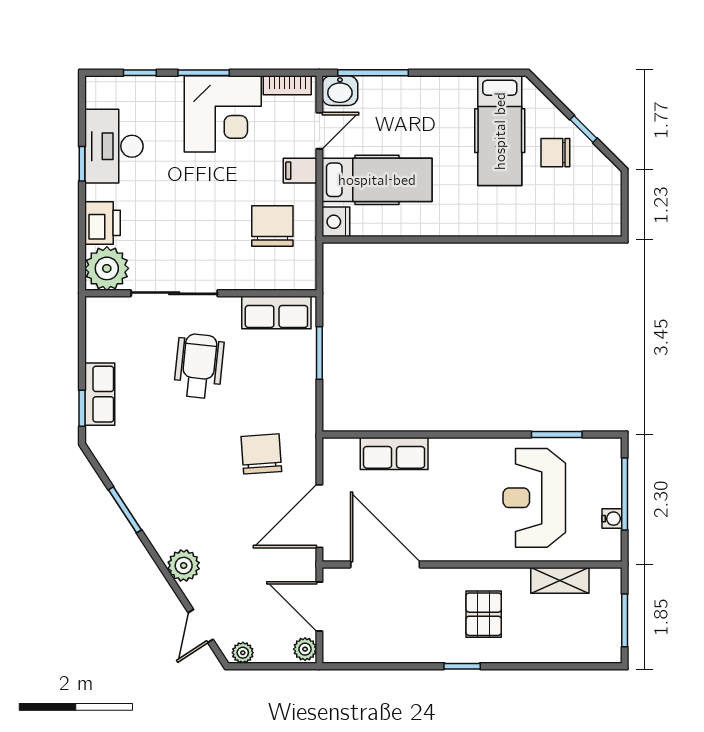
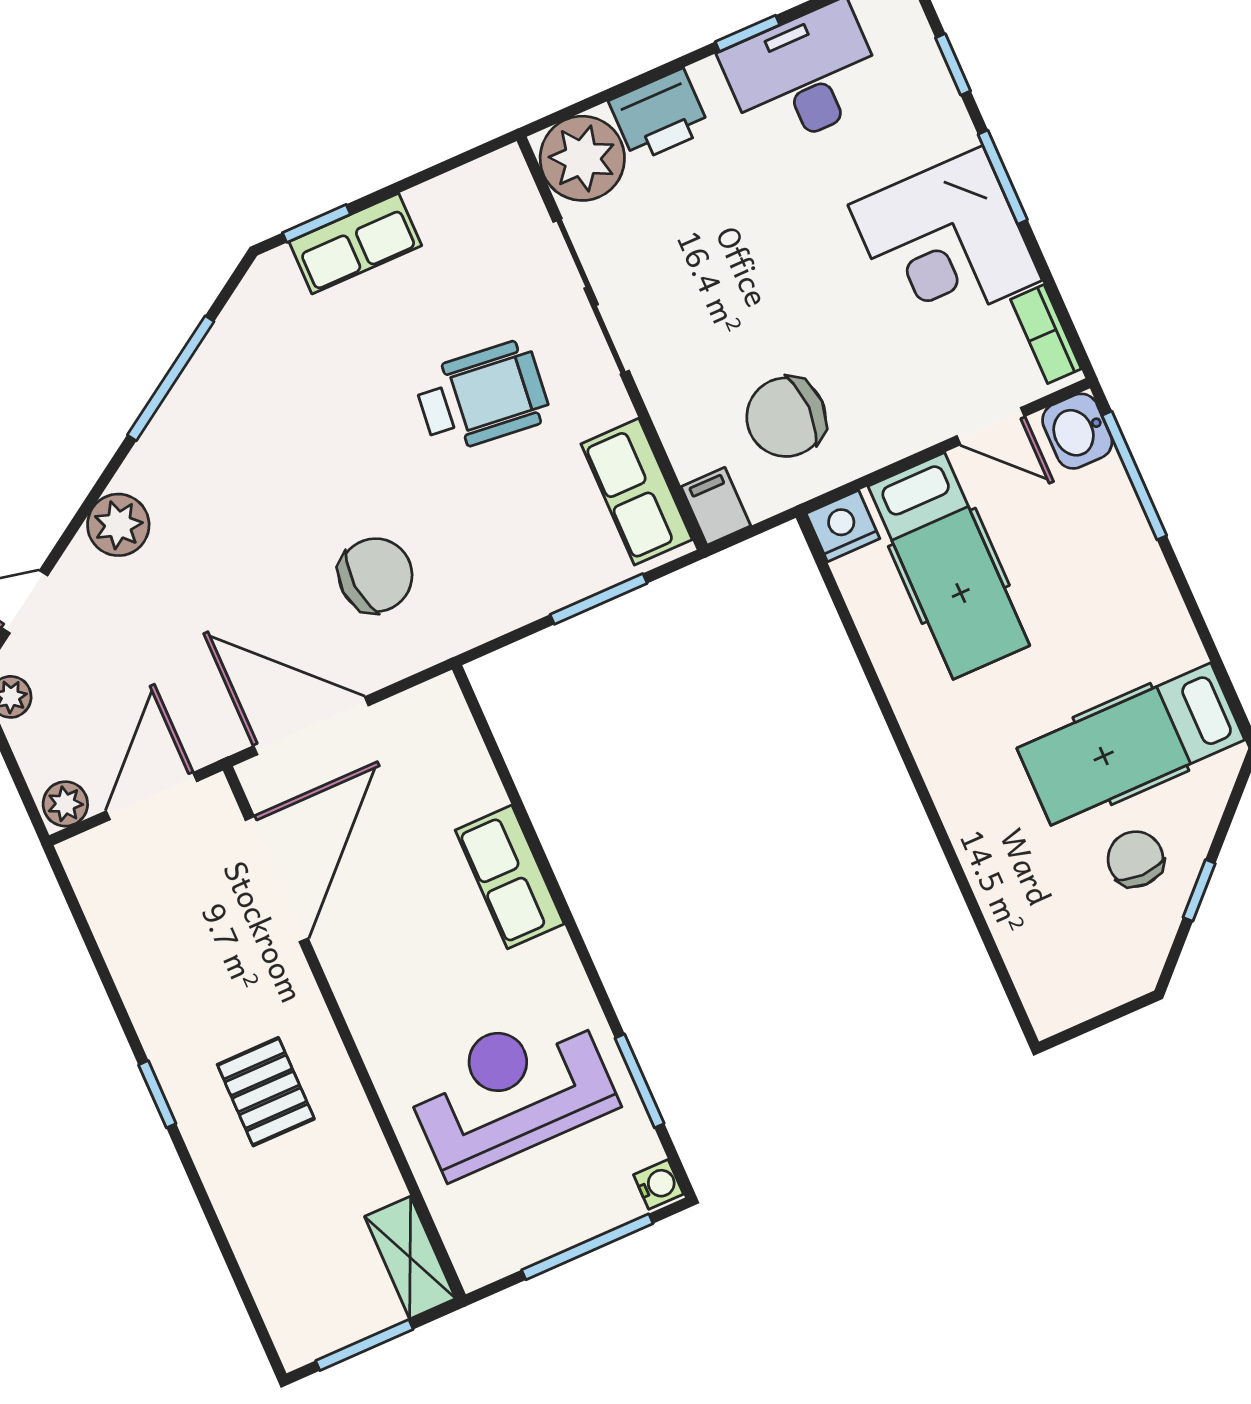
filing cabinet: (300, 171) -> (716, 506), moved
chair: (272, 226) -> (786, 417), turned 180
row of seats: (394, 453) -> (510, 877), moved
window: (125, 510) -> (171, 378), width x1.44
water cooler: (612, 519) -> (658, 1184), moved, turned -90
shelving: (560, 580) -> (410, 1258), moved
pallet: (484, 614) -> (266, 1092), turned 90

